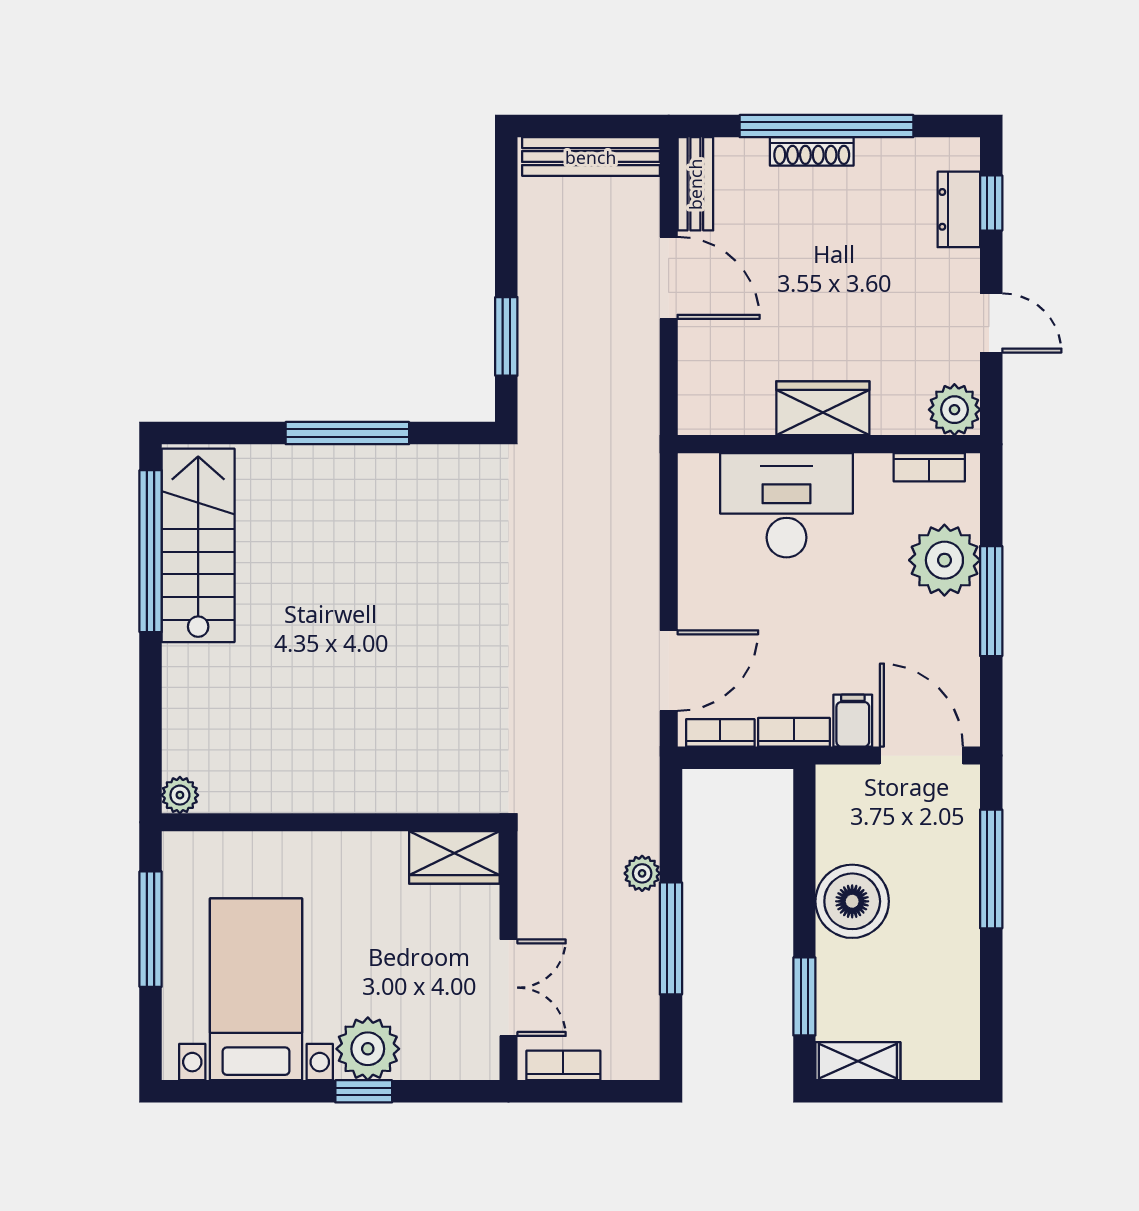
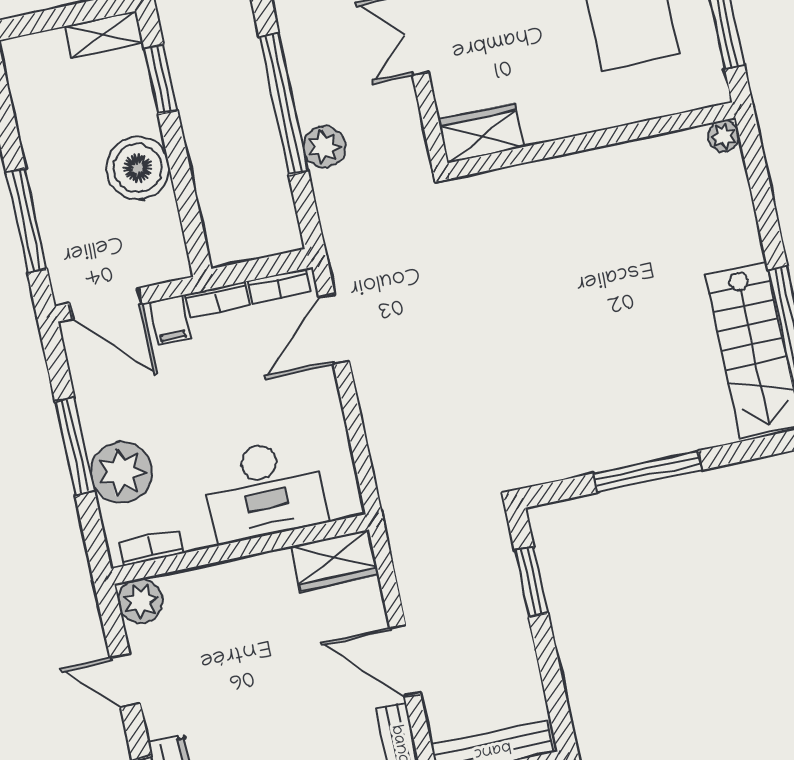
wardrobe: (823, 408) -> (335, 560), moved
plant: (642, 873) -> (324, 147), width x1.38, depth x1.38
window: (671, 938) -> (284, 104), width x1.46

